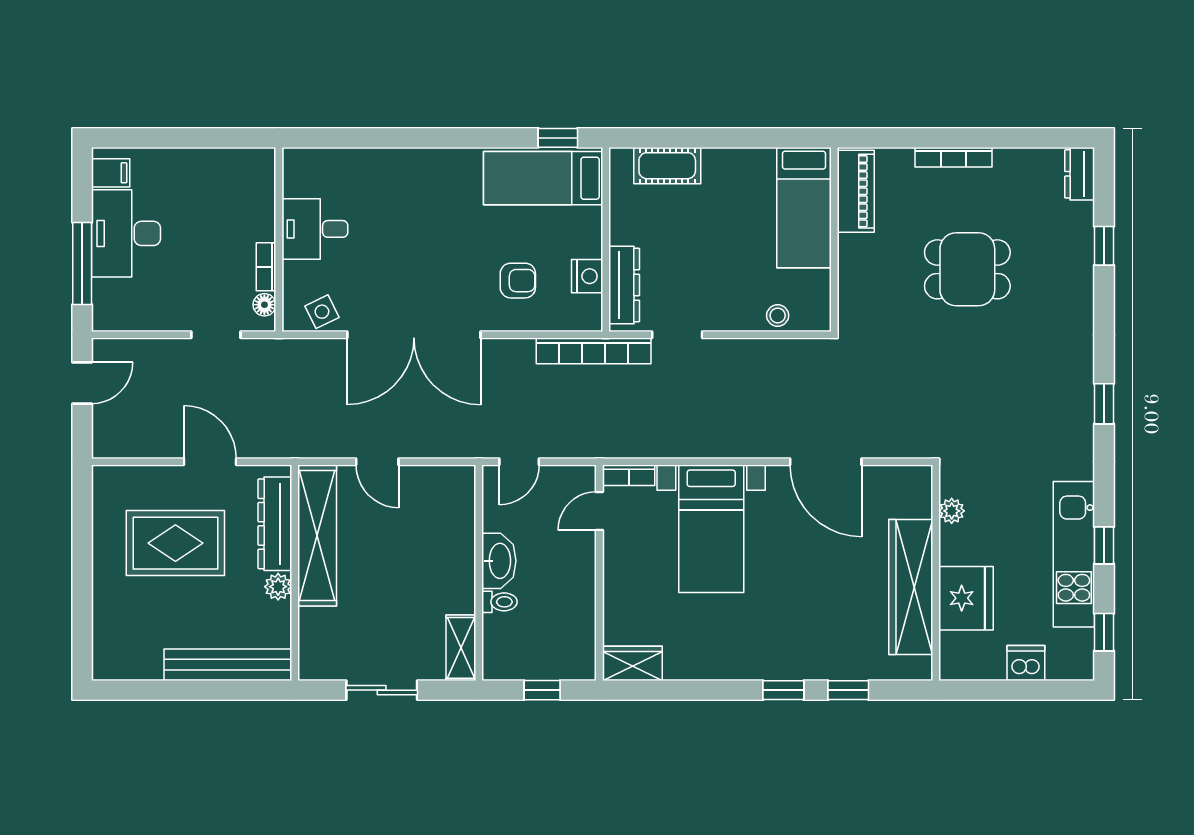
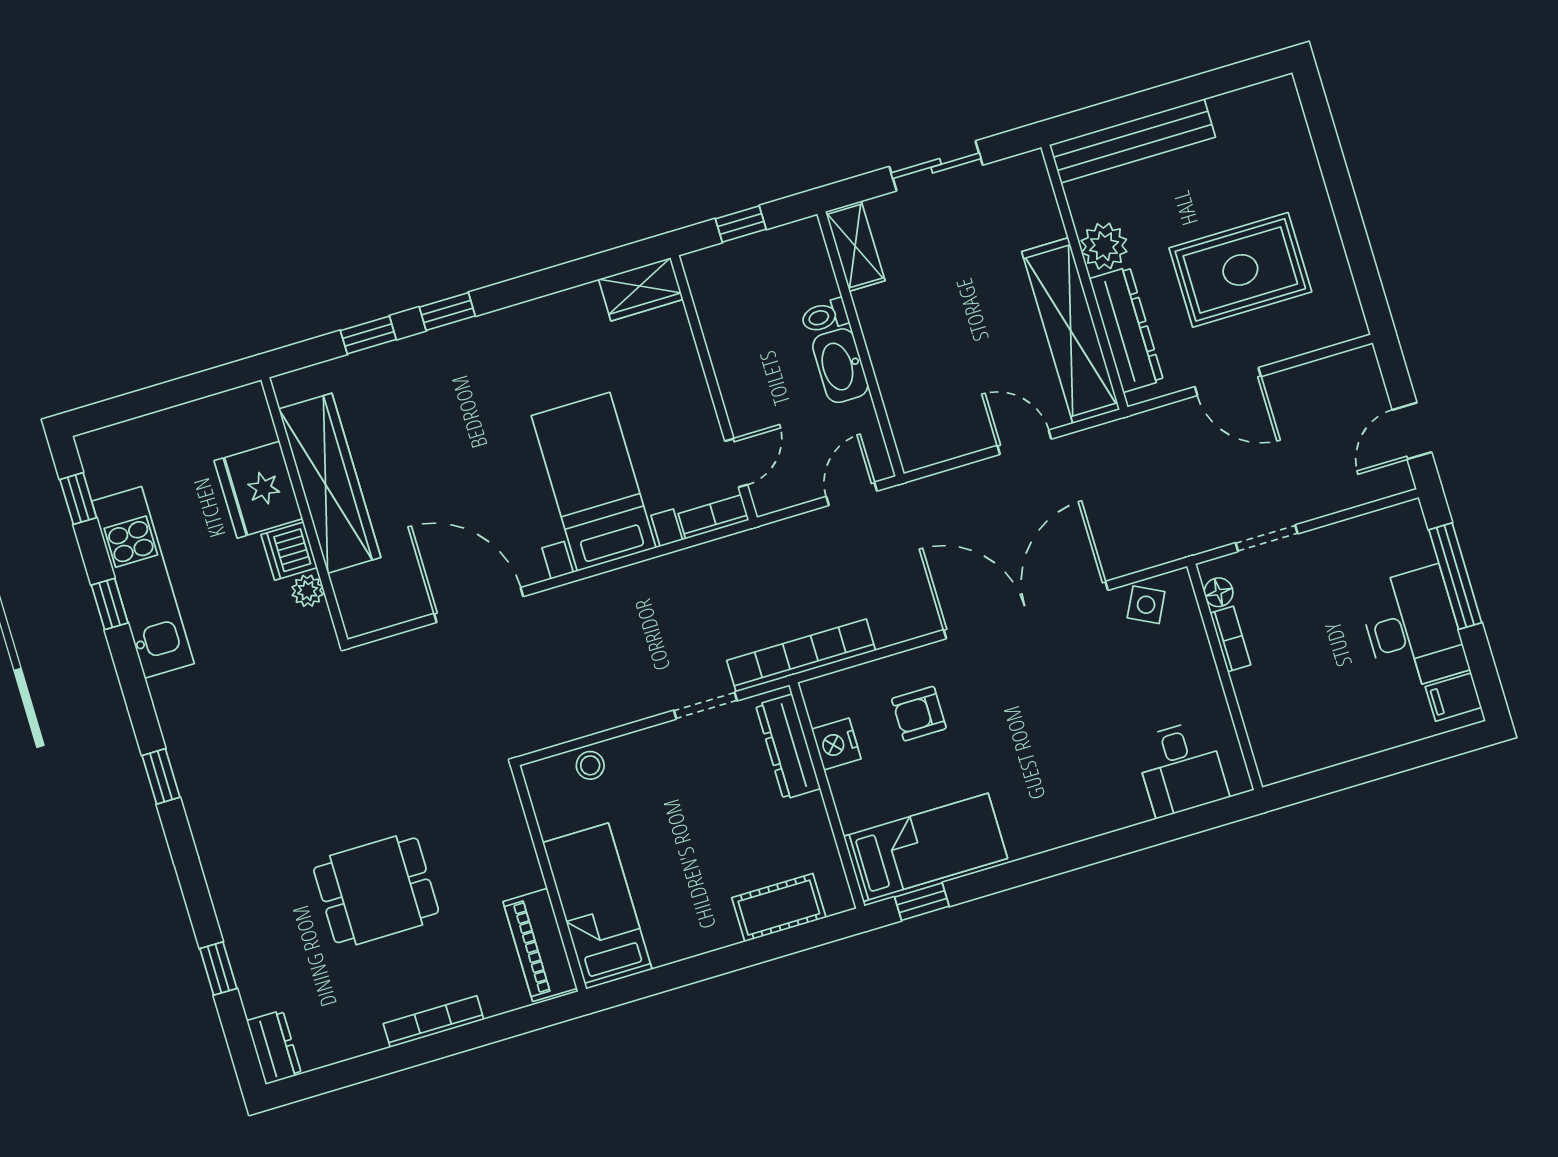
desk: (315, 229) -> (1181, 768), moved, turned 90
side table: (322, 312) -> (1146, 605), turned -37
plant: (278, 587) -> (1104, 246), width x1.38, depth x1.38
dishwasher: (1026, 663) -> (289, 551), moved, turned 90

